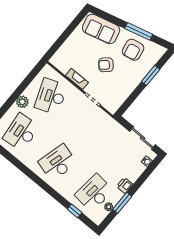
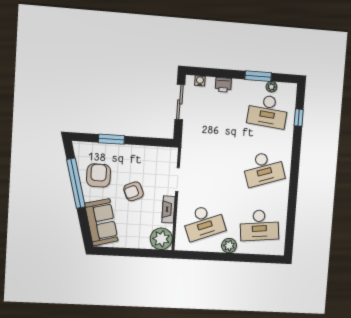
window: (139, 31) -> (76, 183), width x1.46
armchair: (133, 50) -> (99, 175), turned -79
plant: (61, 60) -> (161, 239), added
armchair: (106, 65) -> (133, 191), turned 109
desk: (58, 162) -> (264, 169), turned -33
printer: (125, 185) -> (223, 85), moved

